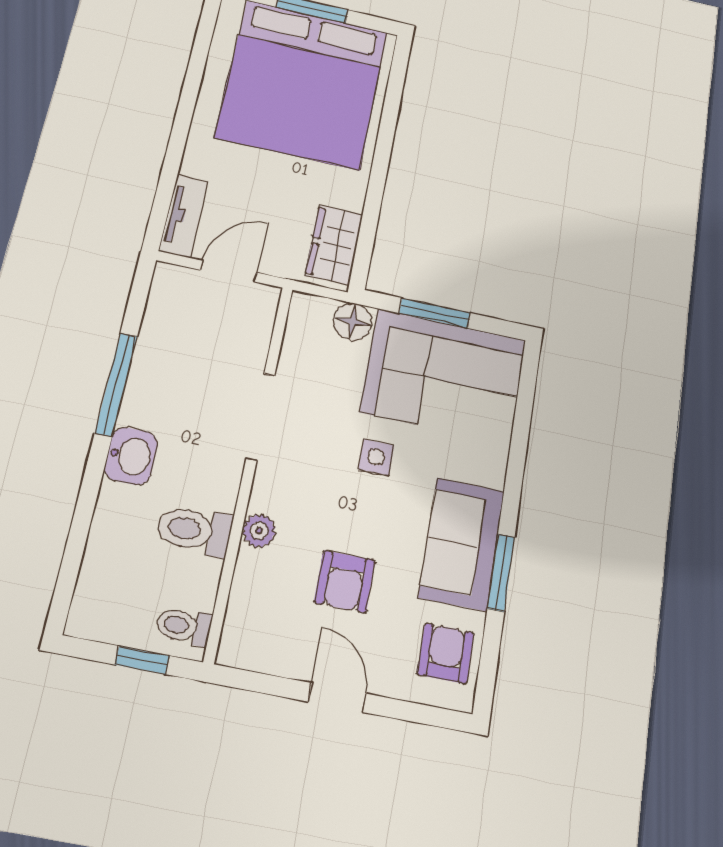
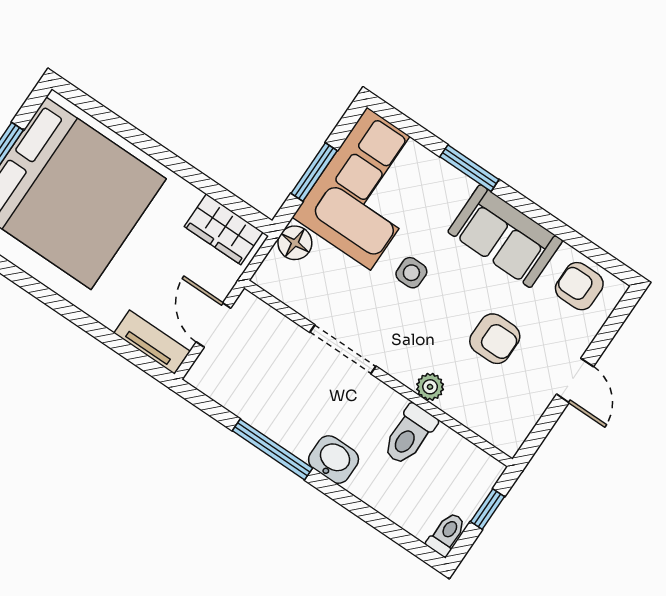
window: (501, 573) -> (469, 168), moved
toilet: (184, 626) -> (447, 534), moved, turned 180
door: (337, 698) -> (575, 380), swing flipped

